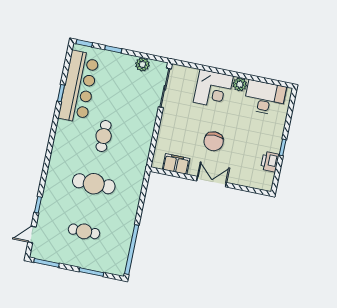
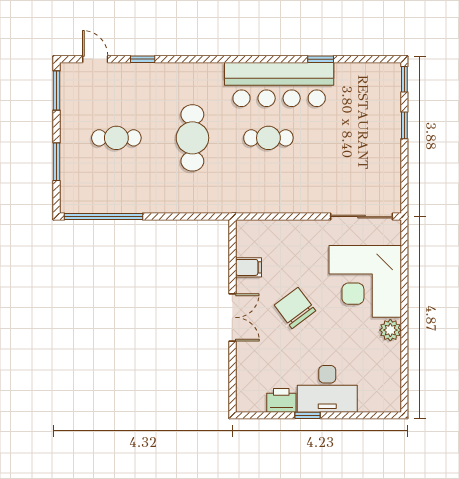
plant: (142, 64) -> (390, 175), removed
bar counter: (79, 87) -> (279, 84), moved
corner desk: (213, 89) -> (365, 281), width x1.36, depth x1.36
desk: (265, 98) -> (327, 389), moved, turned 90
chair: (214, 141) -> (295, 308), turned 53
filing cabinet: (176, 164) -> (248, 267), width x0.50
cafe table: (84, 231) -> (116, 138), turned 90

